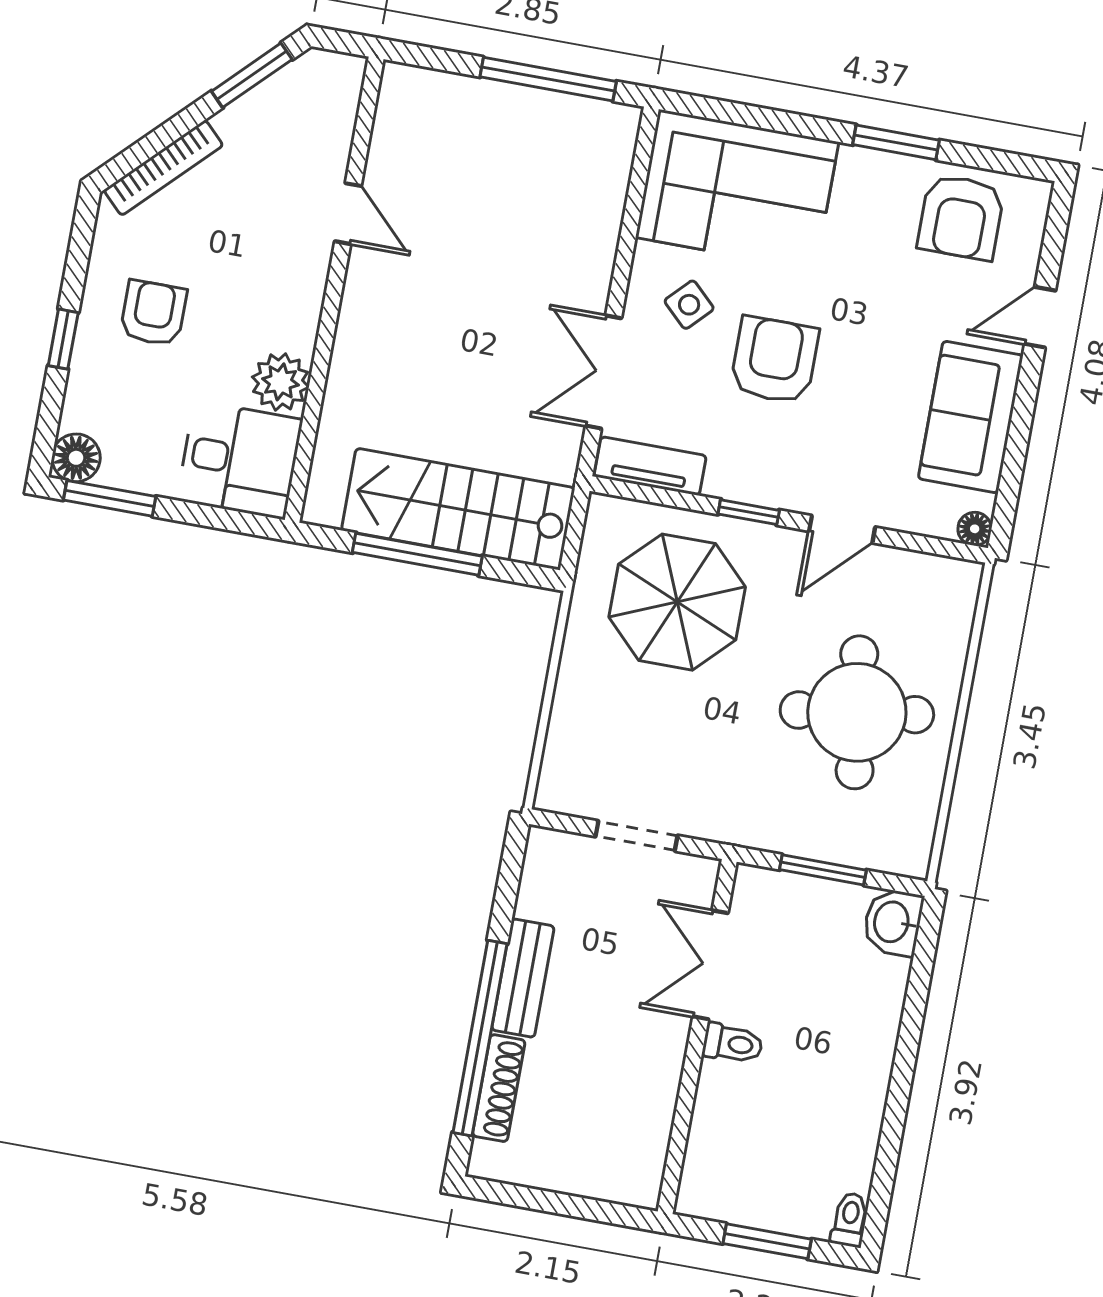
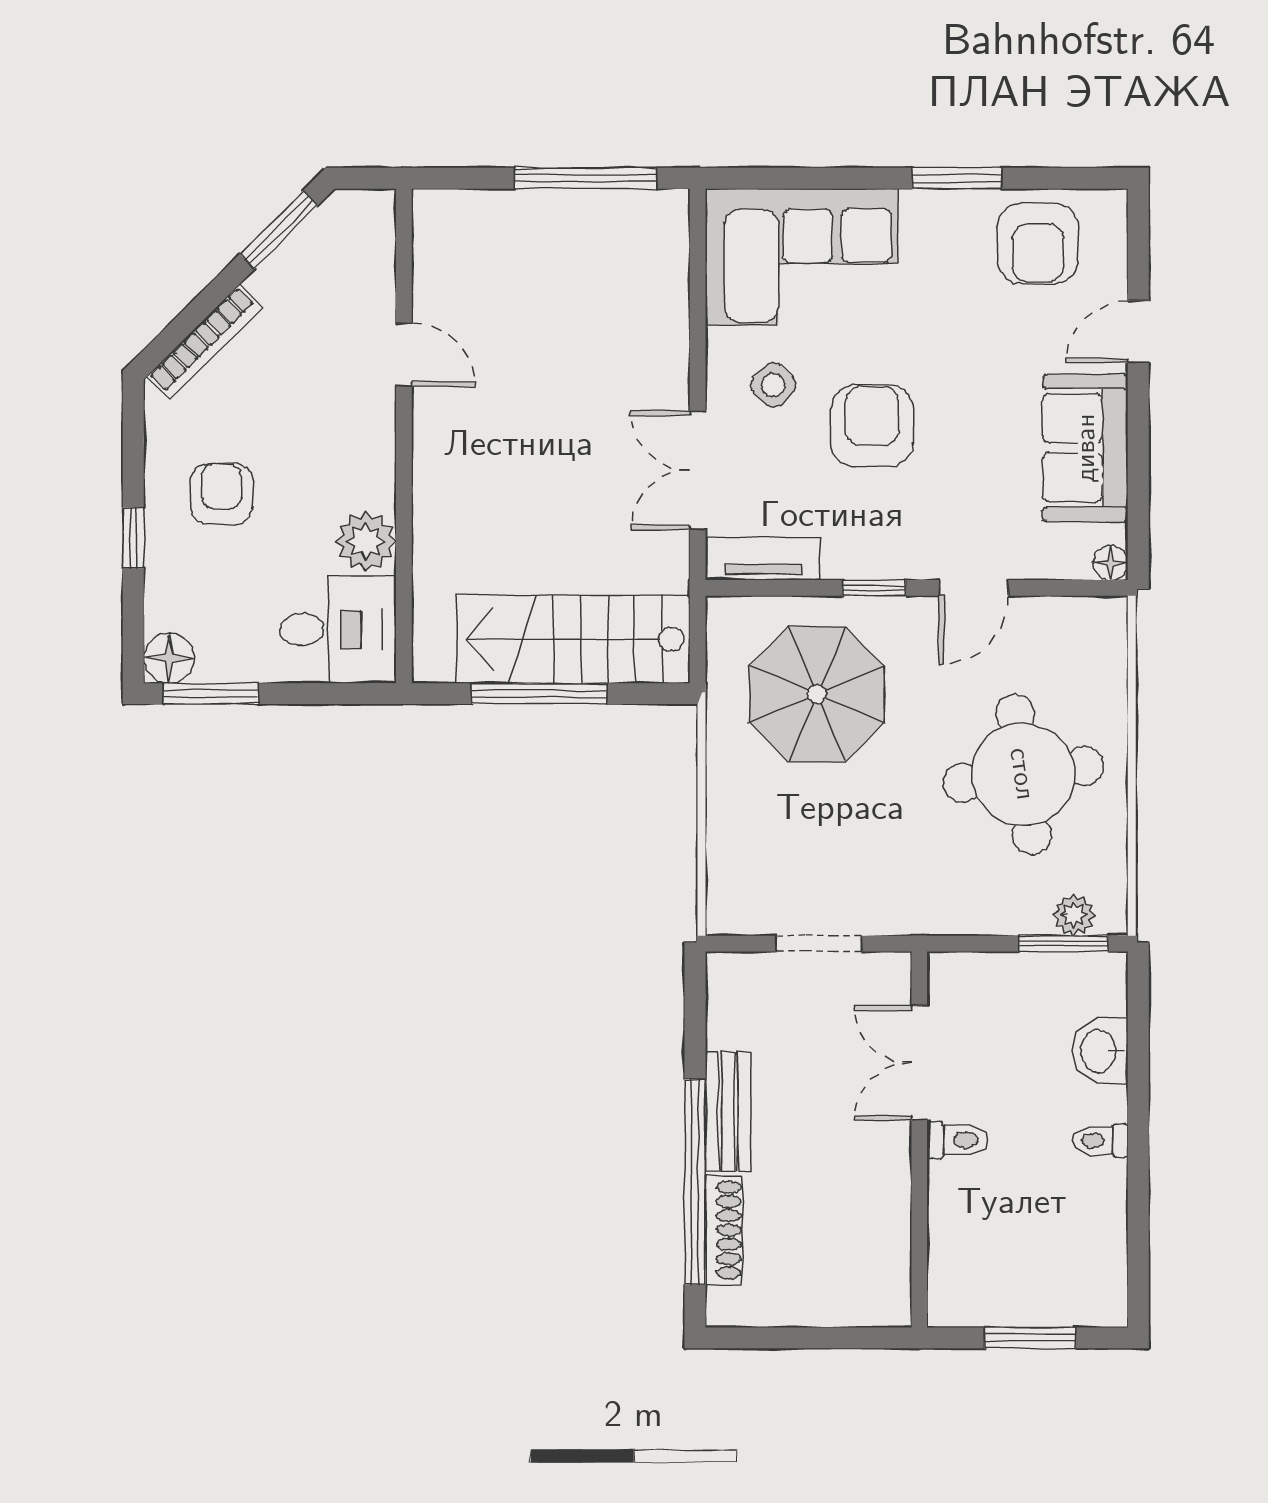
plant: (880, 853) -> (1074, 915), added
window: (823, 870) -> (1063, 944), moved
washbasin: (893, 922) -> (1100, 1051), moved
toilet: (850, 1220) -> (1100, 1141), moved, turned -90

